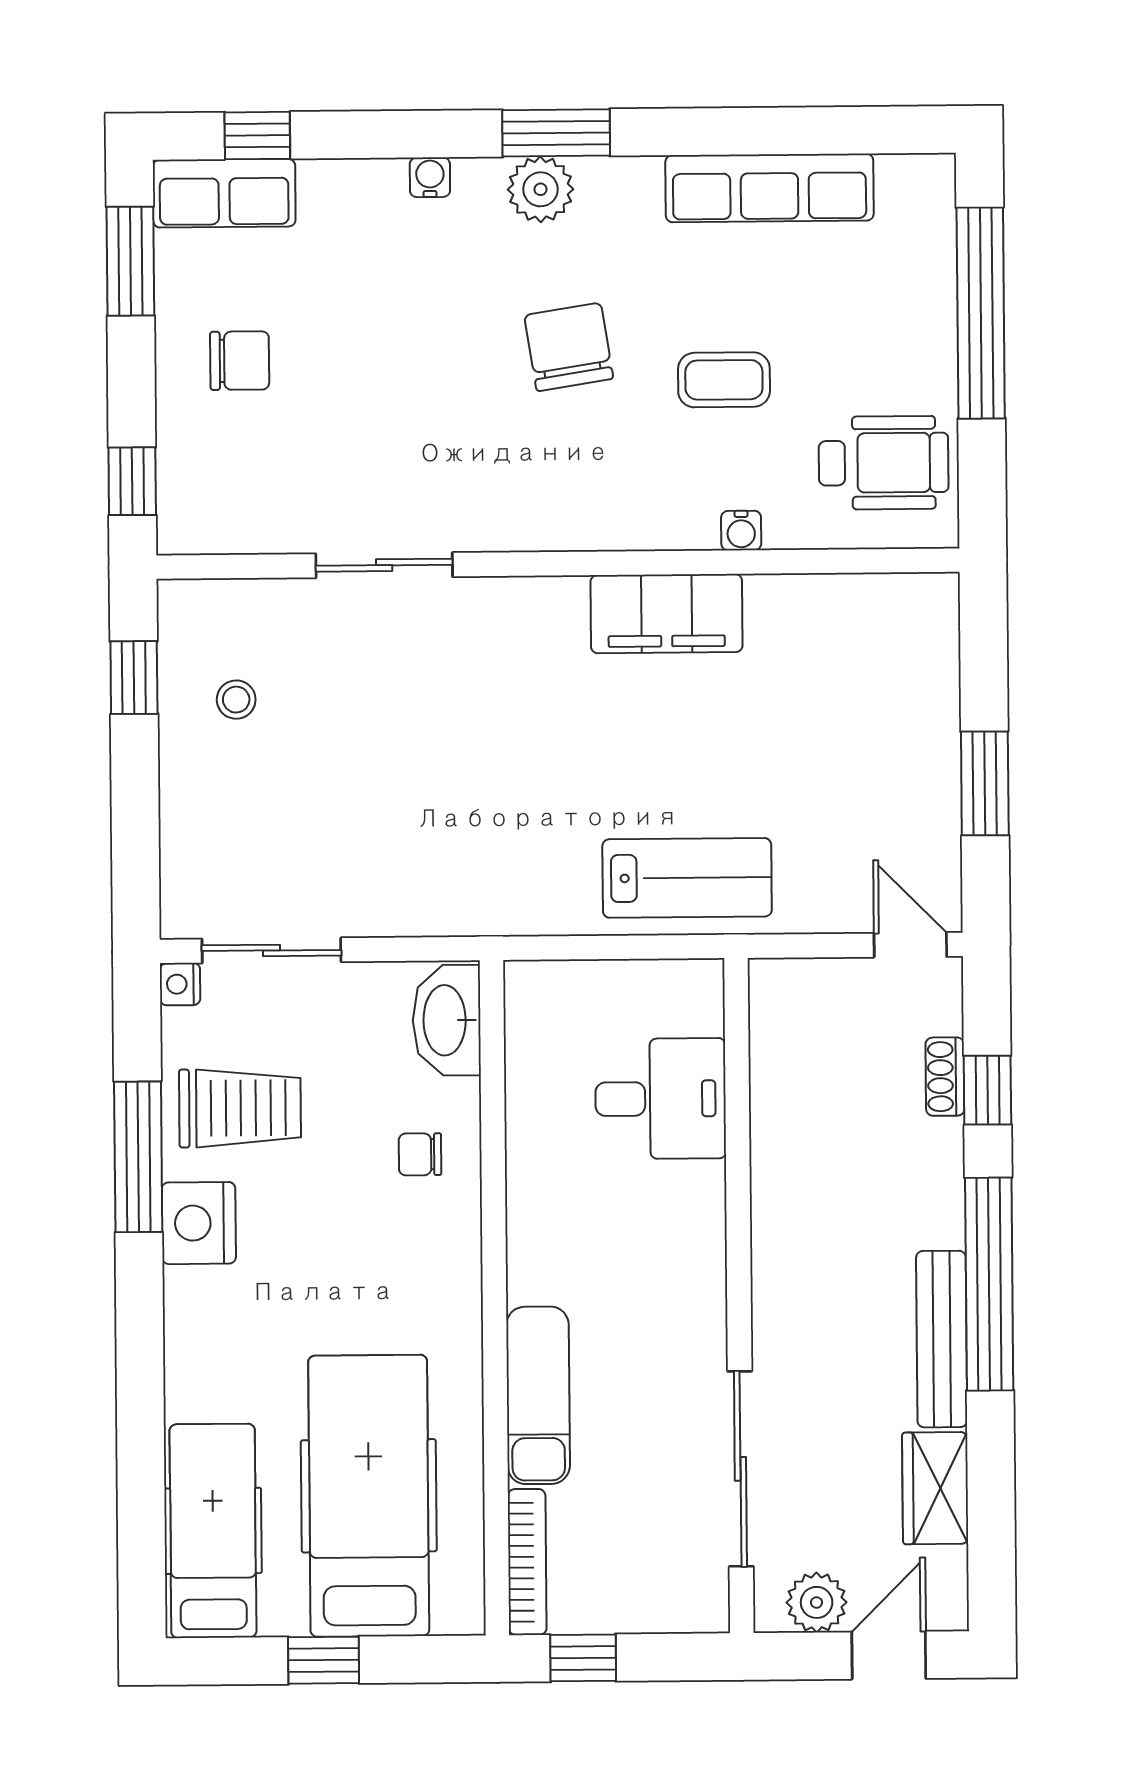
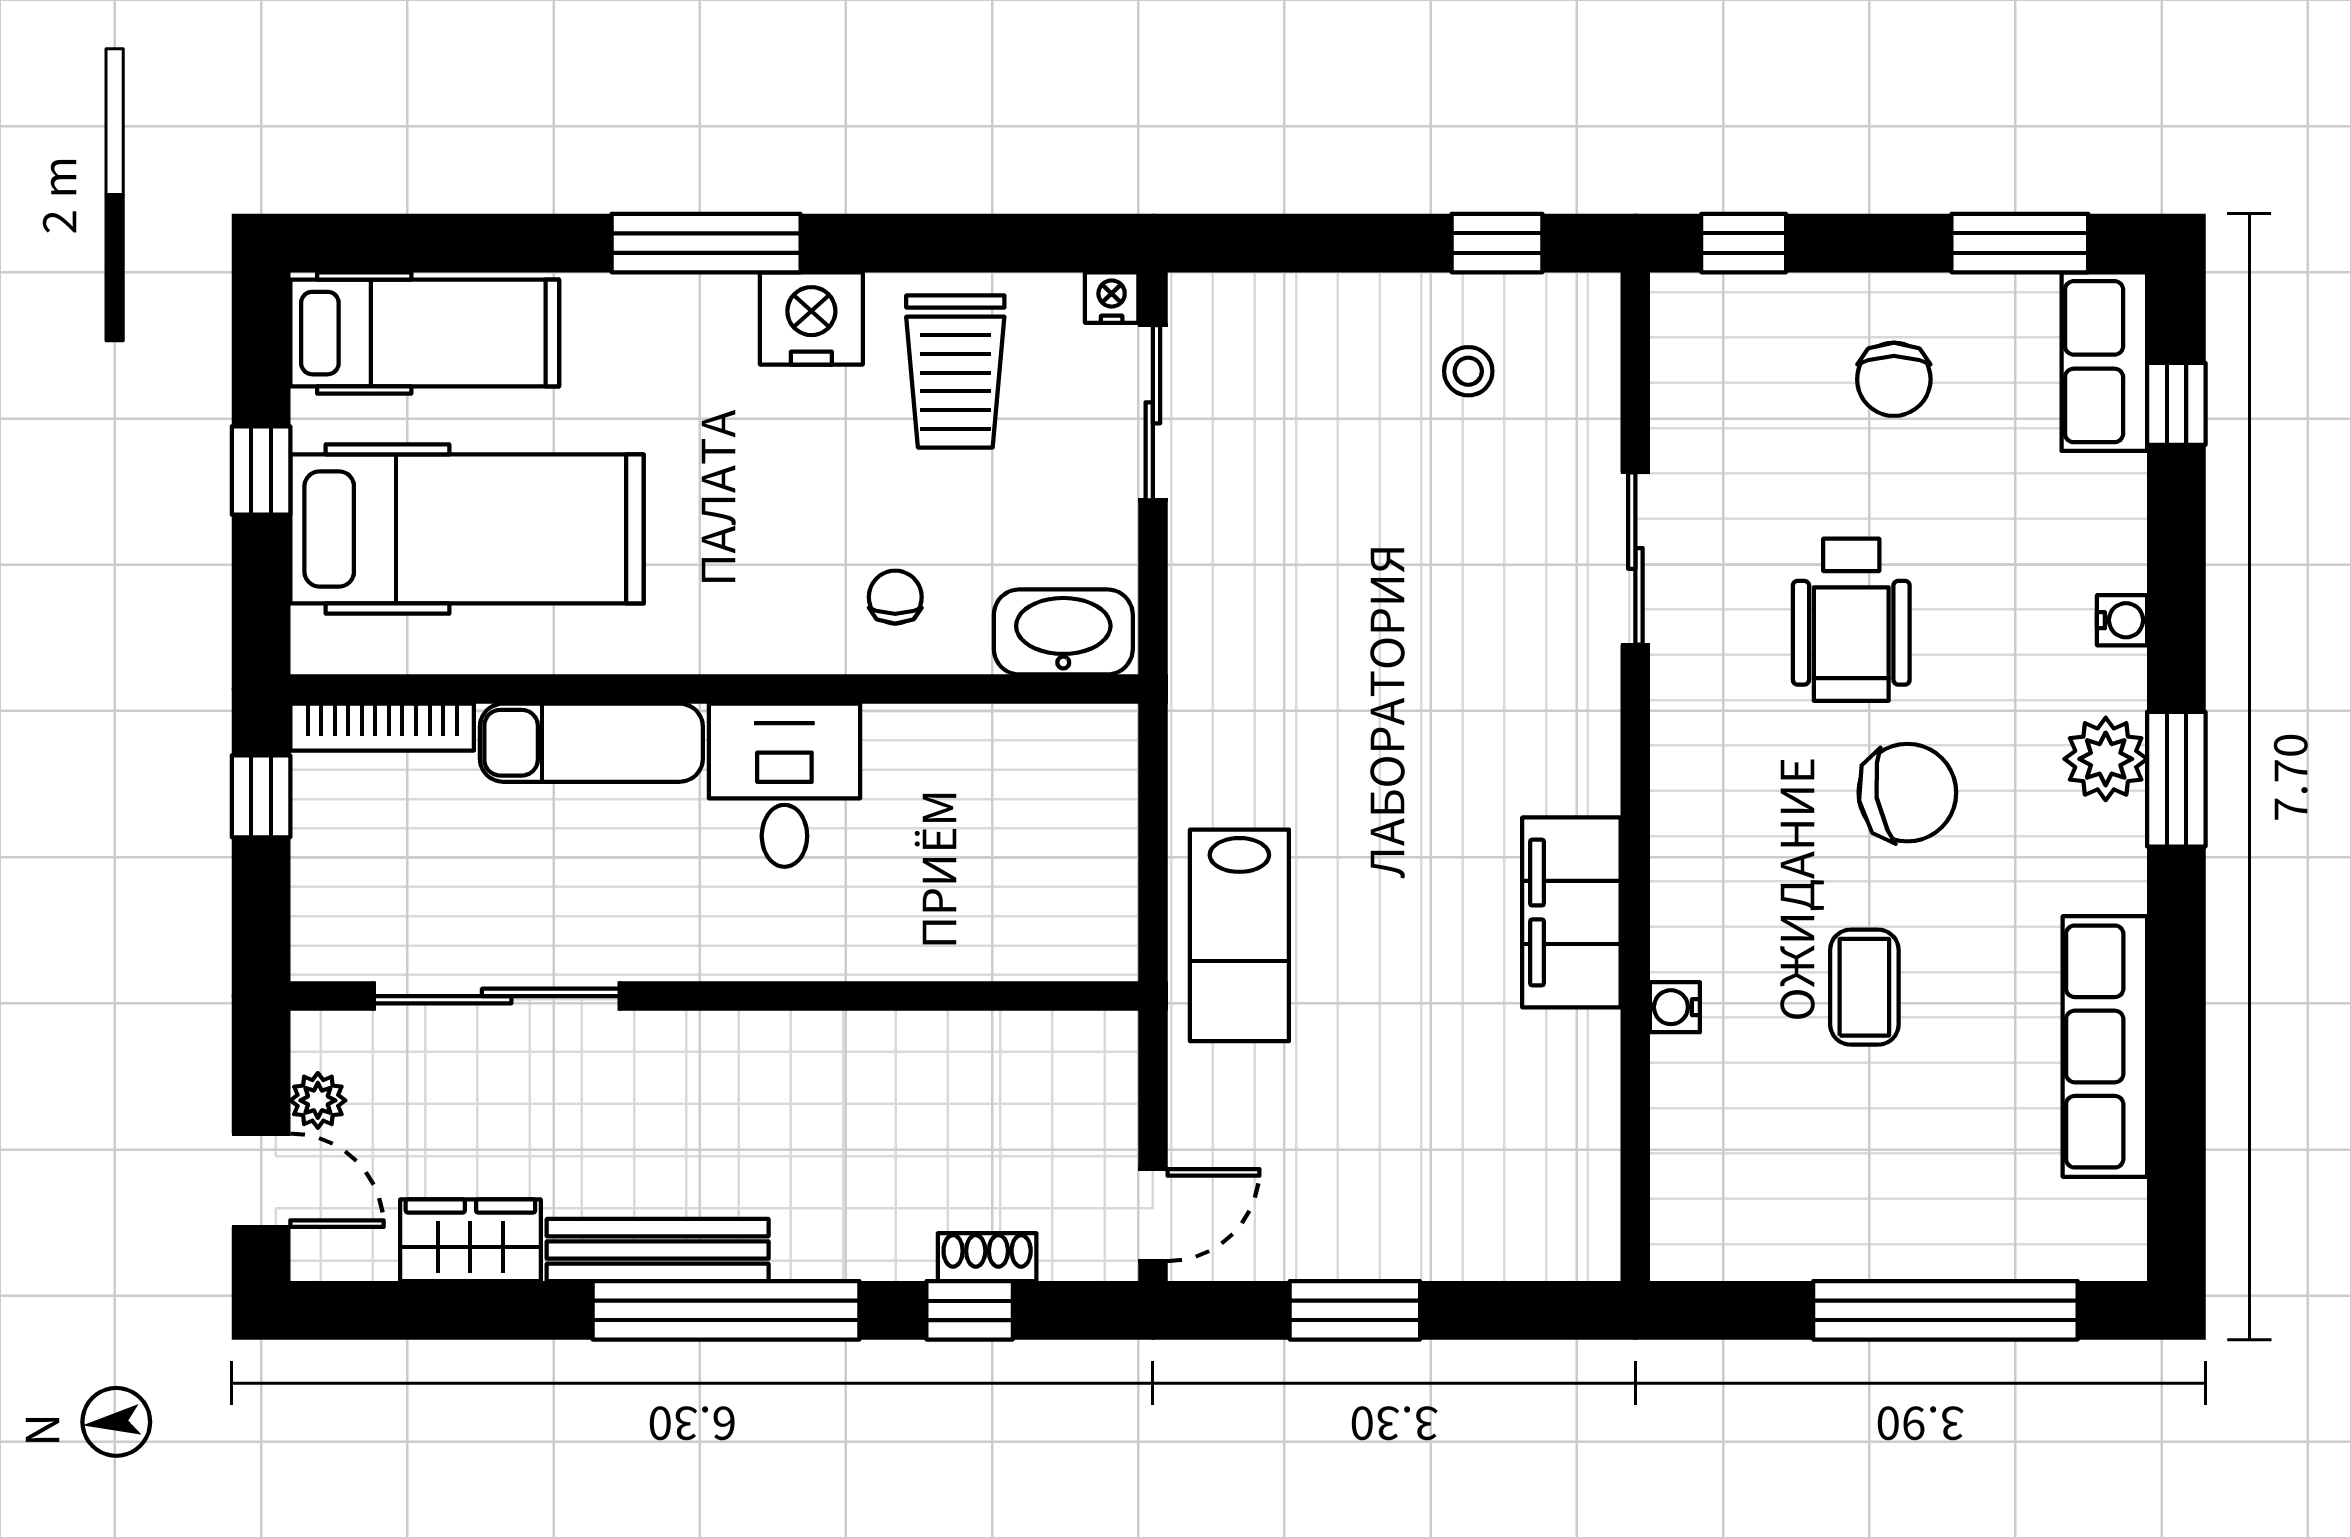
wheelchair: (884, 463) -> (1851, 620), moved
desk: (661, 1099) -> (784, 785), moved, turned 180
window: (138, 1157) -> (706, 243), moved
plant: (817, 1602) -> (318, 1100), width x0.73, depth x0.73

